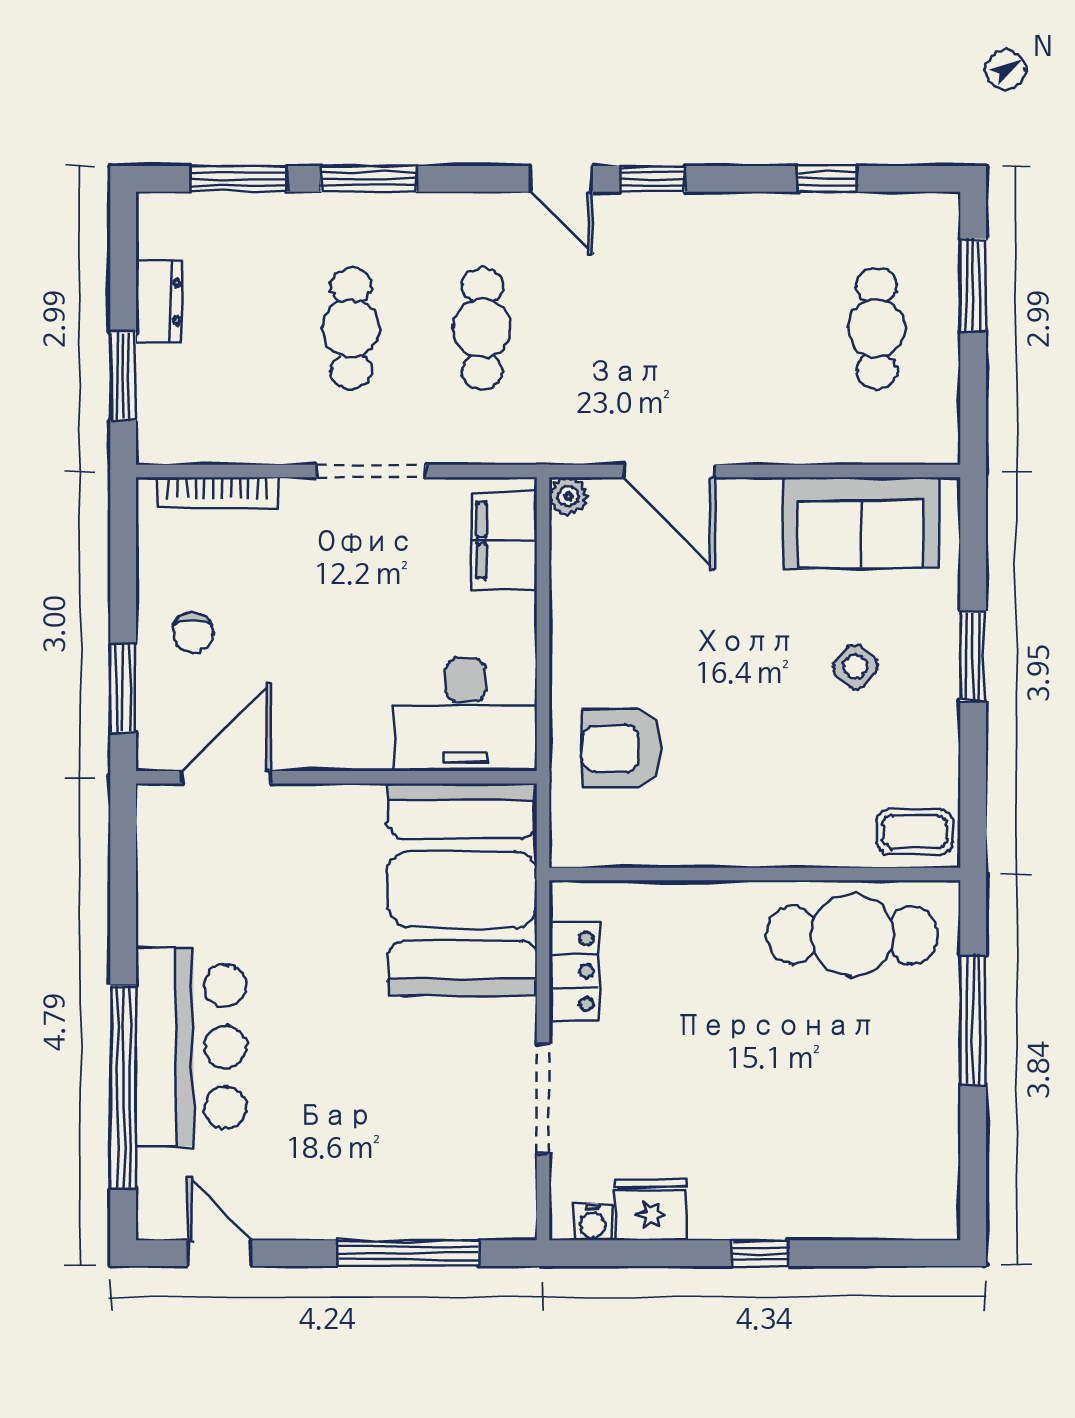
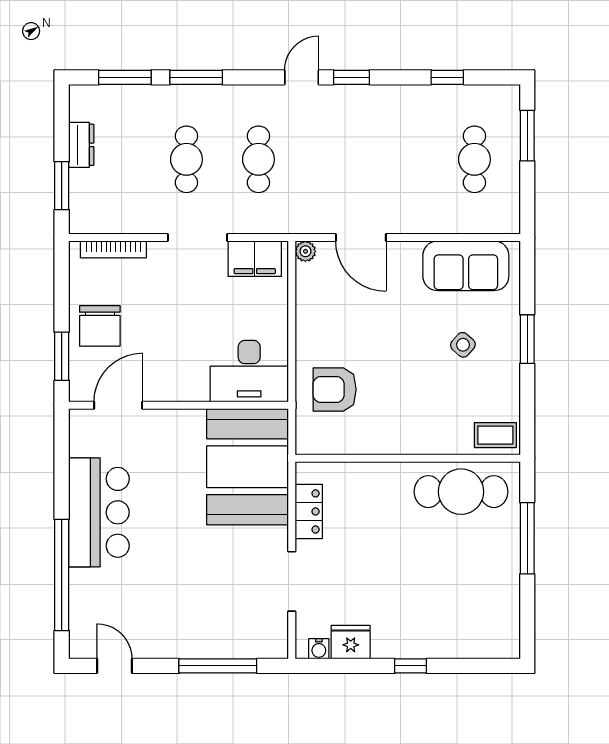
door: (561, 179) -> (302, 77), swing flipped
filing cabinet: (504, 540) -> (255, 259), moved, turned -90
chair: (193, 633) -> (100, 326), width x1.87, depth x1.87
bar counter: (191, 1047) -> (99, 512), moved

